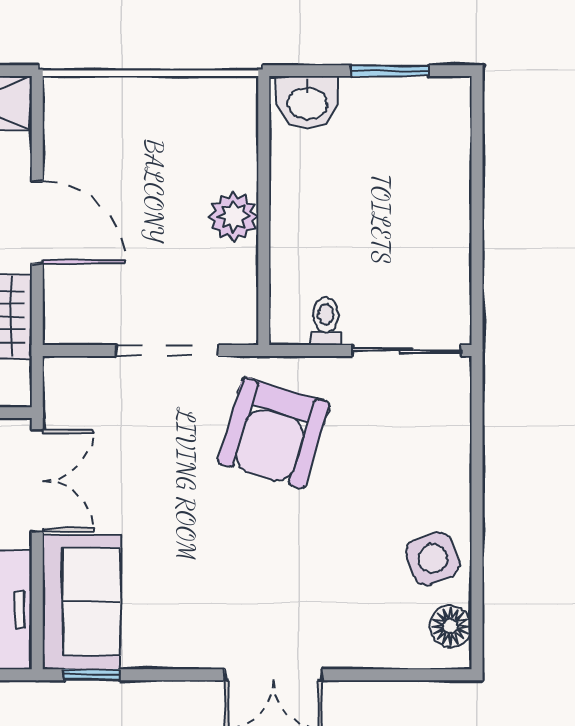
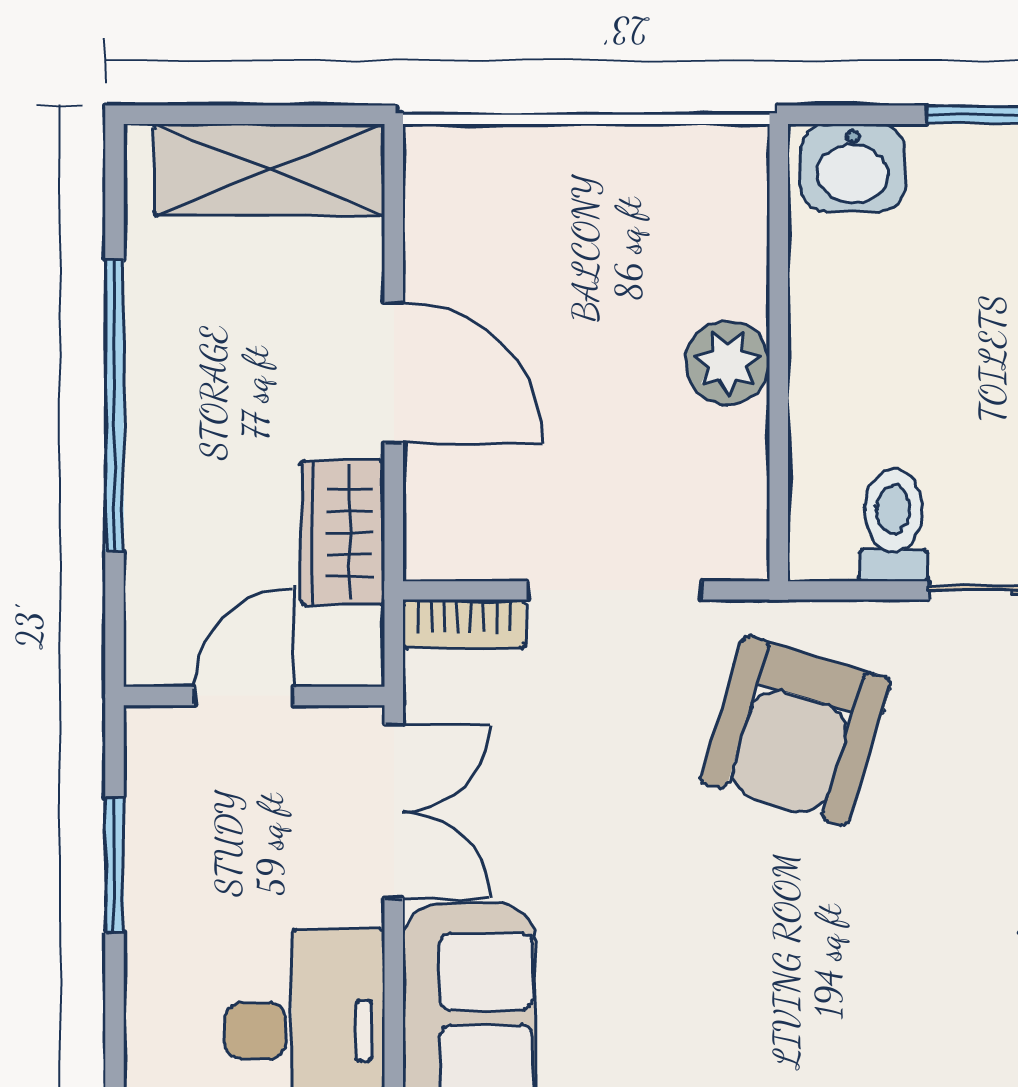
toilet: (326, 321) -> (893, 525), width x1.37, depth x1.39
bookcase: (78, 370) -> (464, 624), added

